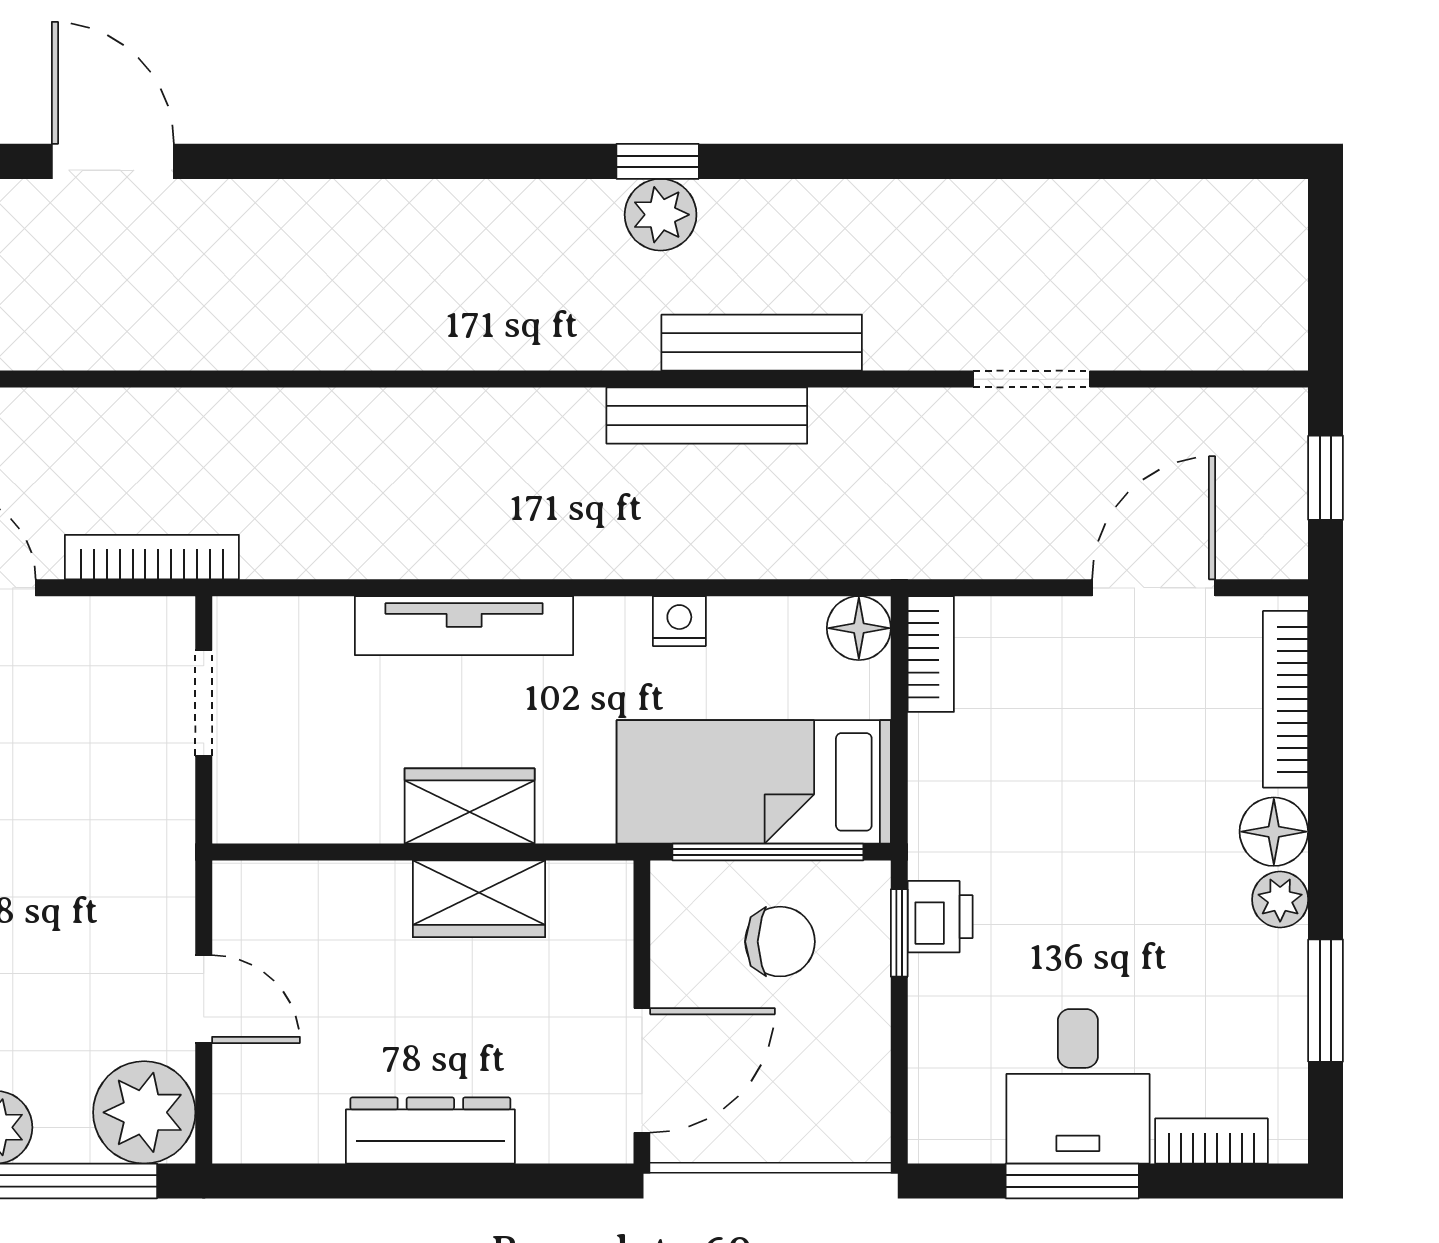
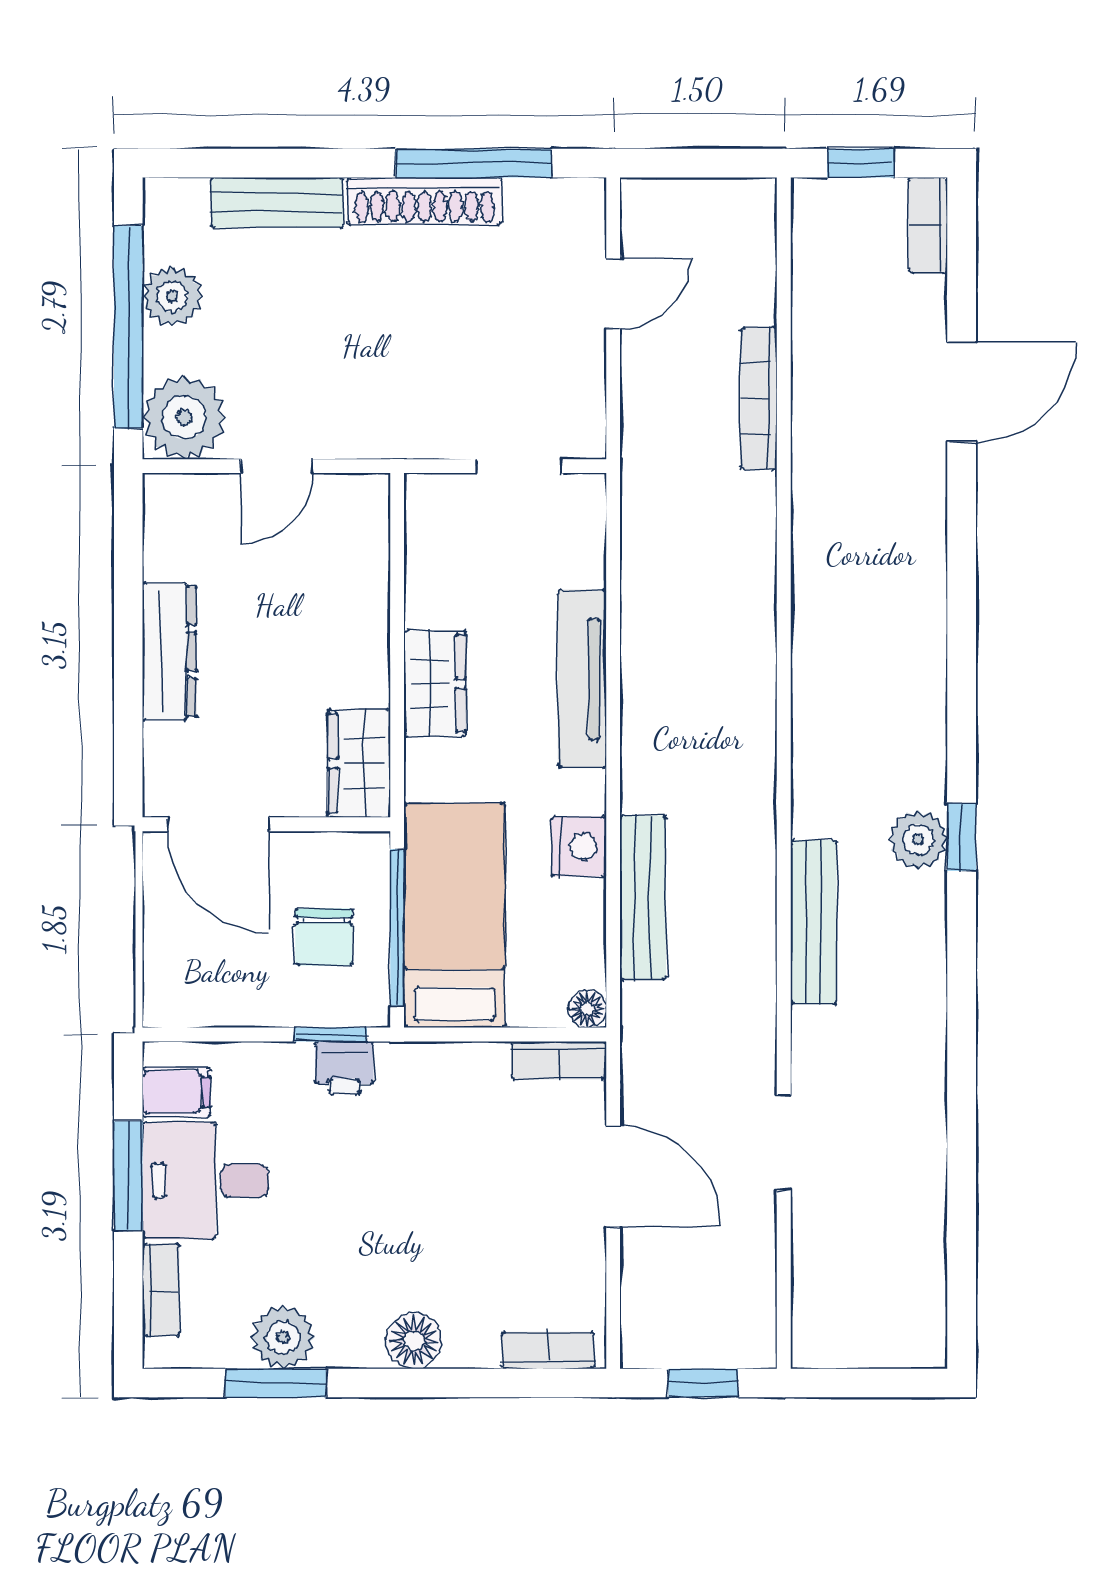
bench: (707, 416) -> (643, 898), moved
bookcase: (152, 557) -> (759, 398), moved, turned 180
door: (1154, 588) -> (613, 1176), moved
nightstand: (679, 621) -> (579, 846), width x1.39, depth x1.35
floor lamp: (859, 628) -> (587, 1009), width x0.73, depth x0.73
bookcase: (1286, 699) -> (548, 1350), width x0.64
wardrobe: (479, 899) -> (359, 763), moved
plant: (1280, 900) -> (283, 1337), moved, width x1.38, depth x1.38
filing cabinet: (970, 1122) -> (176, 1092), added

